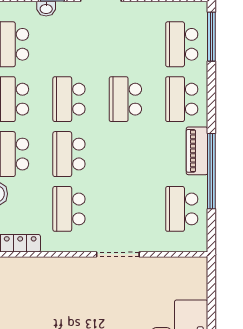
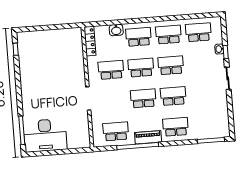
school desk: (182, 44) -> (143, 98), moved

